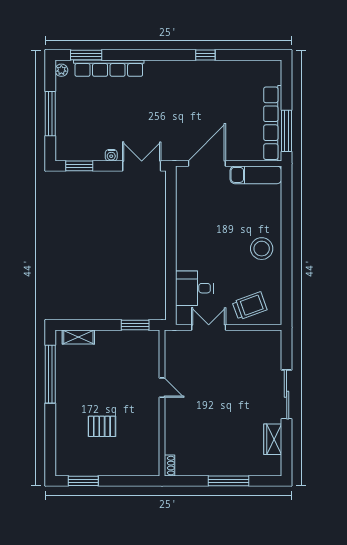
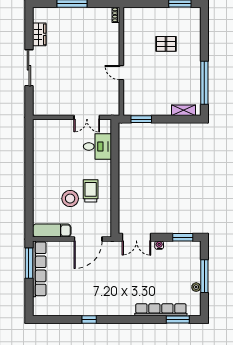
plant: (61, 70) -> (196, 287), moved
stool: (262, 249) -> (70, 199), moved
trolley: (250, 306) -> (91, 191), moved, turned 110

